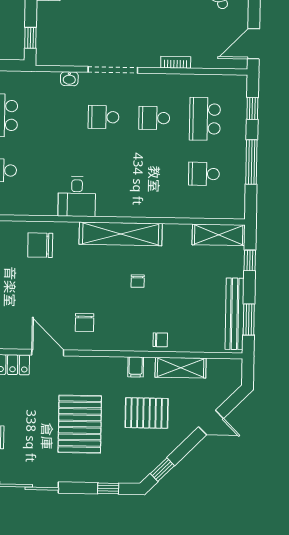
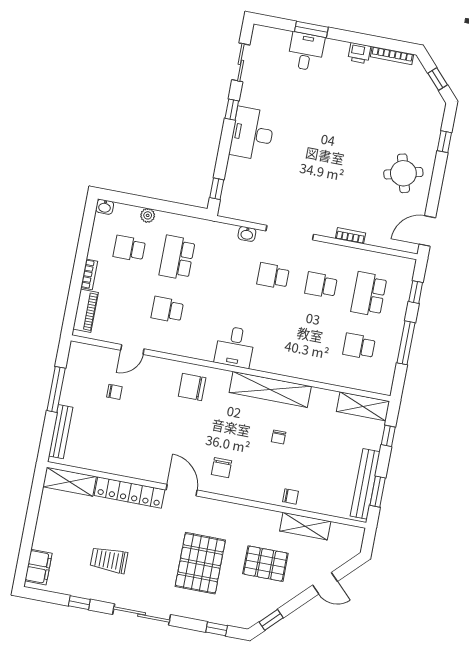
filing cabinet: (136, 367) -> (263, 518), removed

